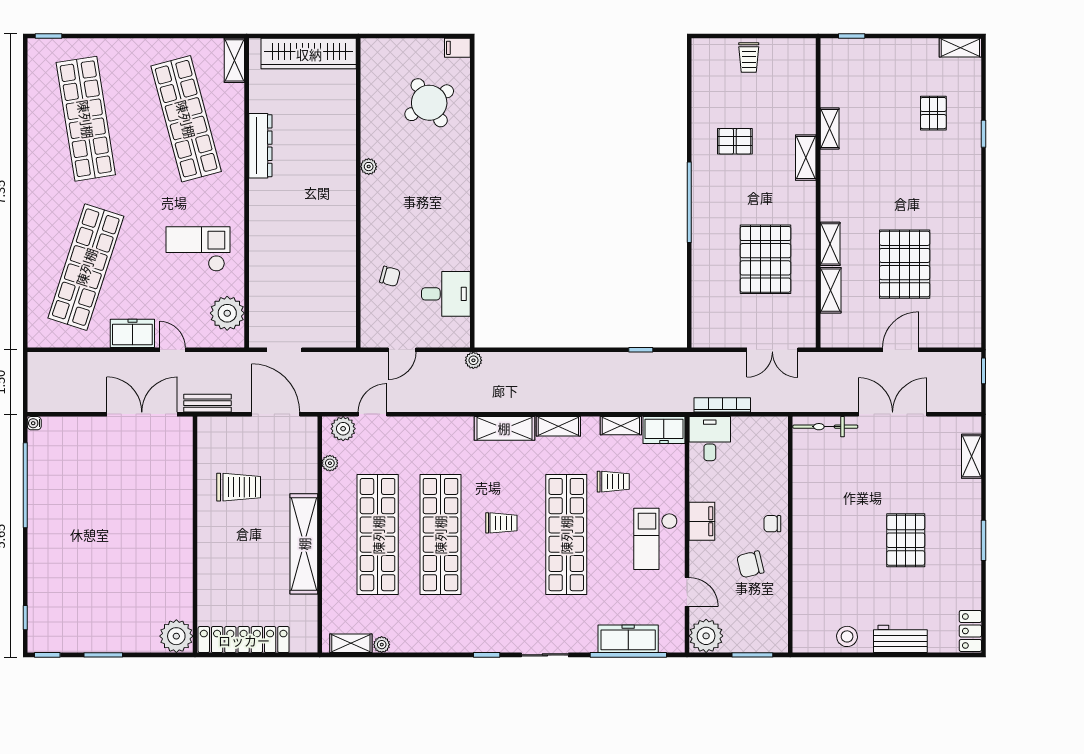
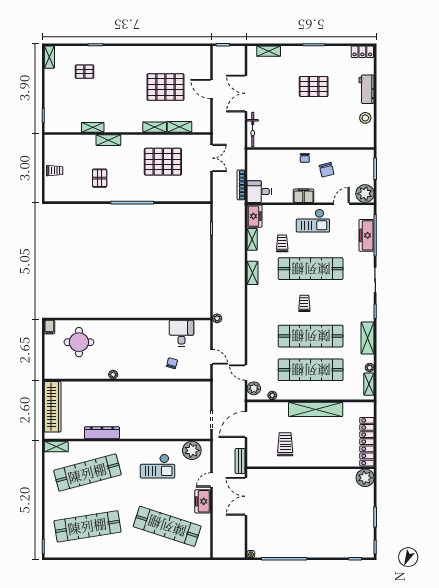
round table: (429, 103) -> (79, 342), turned 33
checkout: (198, 249) -> (157, 466), turned -90
shelving: (504, 428) -> (368, 338), moved

